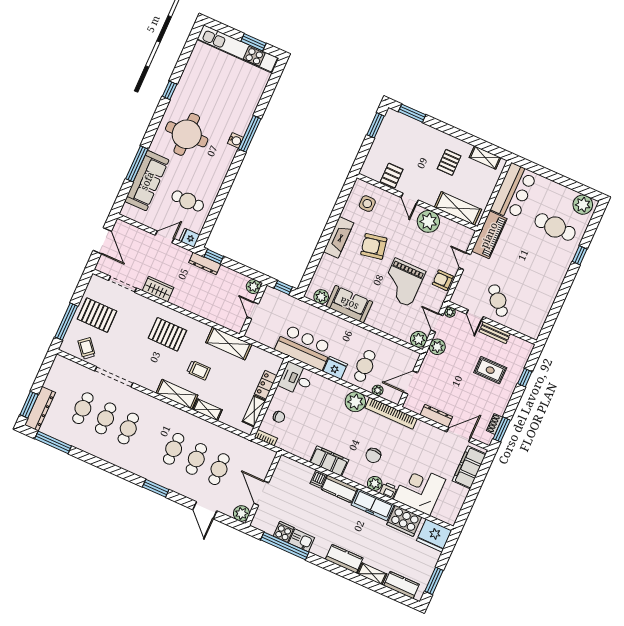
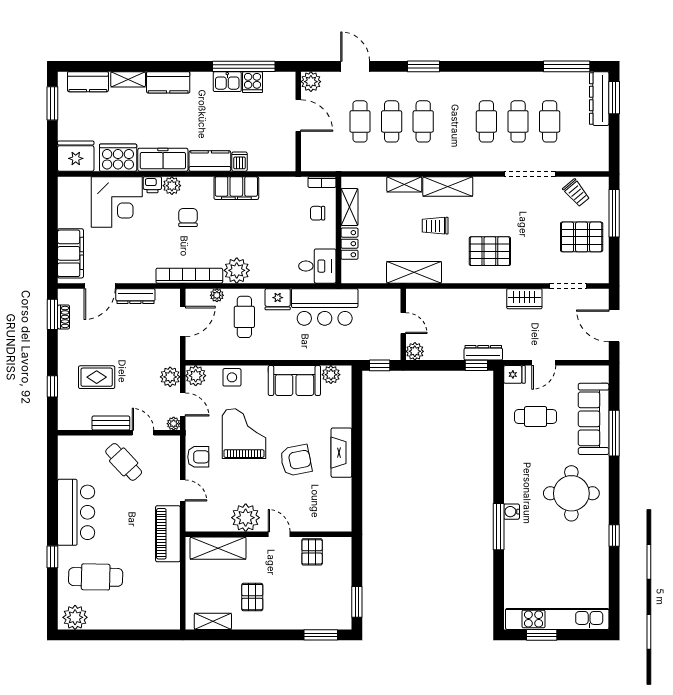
bar counter: (514, 192) -> (76, 512), moved, turned 180
side table: (367, 204) -> (232, 377), moved

